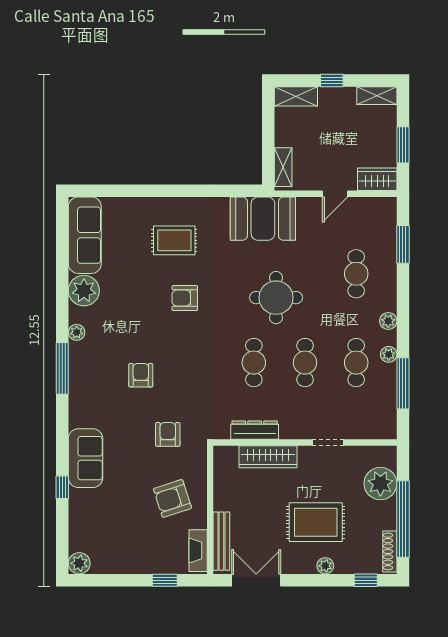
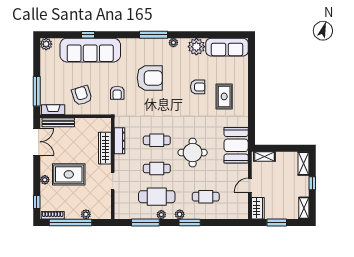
door: (335, 194) -> (250, 185), hinge flipped
window: (403, 244) -> (190, 222), moved
armchair: (185, 298) -> (198, 87), moved, turned 90
cafe table: (356, 363) -> (157, 197), width x1.37, depth x1.35
armchair: (141, 375) -> (150, 78), width x1.88, depth x1.88
armchair: (168, 434) -> (117, 93), turned 90
sofa: (86, 458) -> (90, 50), width x1.85, depth x1.27
plant: (380, 484) -> (86, 214), width x0.53, depth x0.53
rug: (316, 522) -> (69, 174), turned 90
window: (165, 580) -> (37, 91), width x2.17

